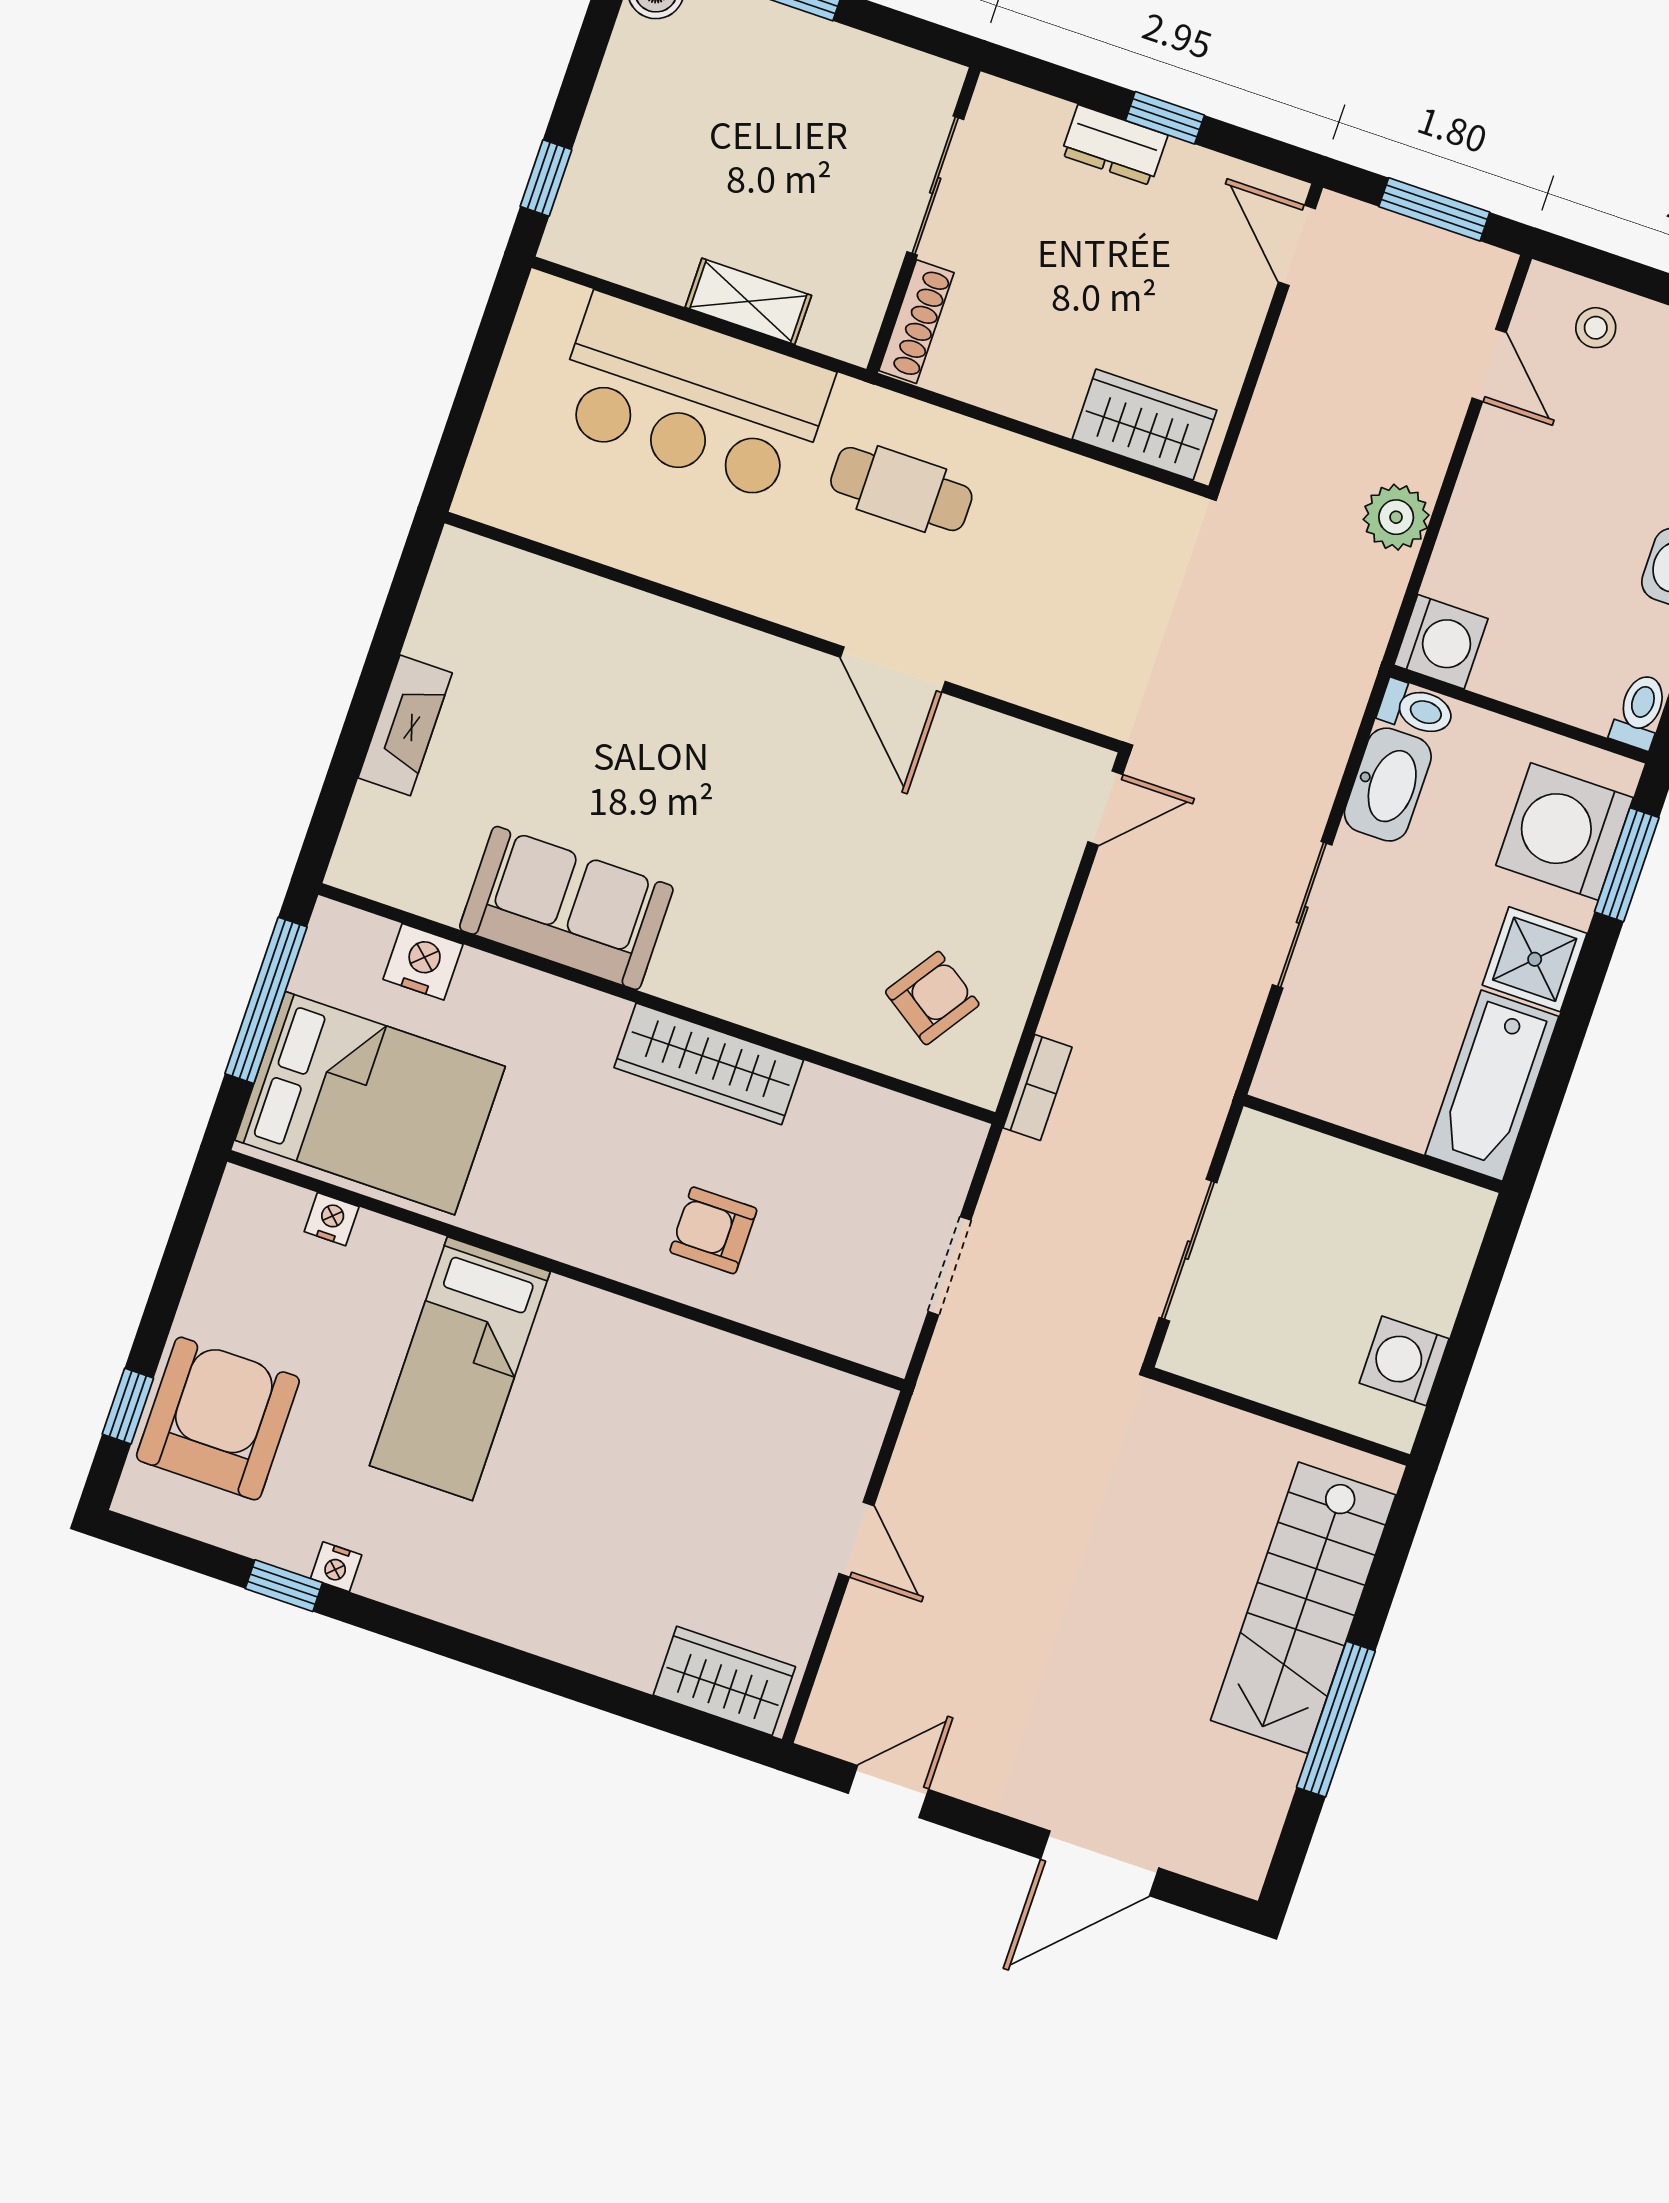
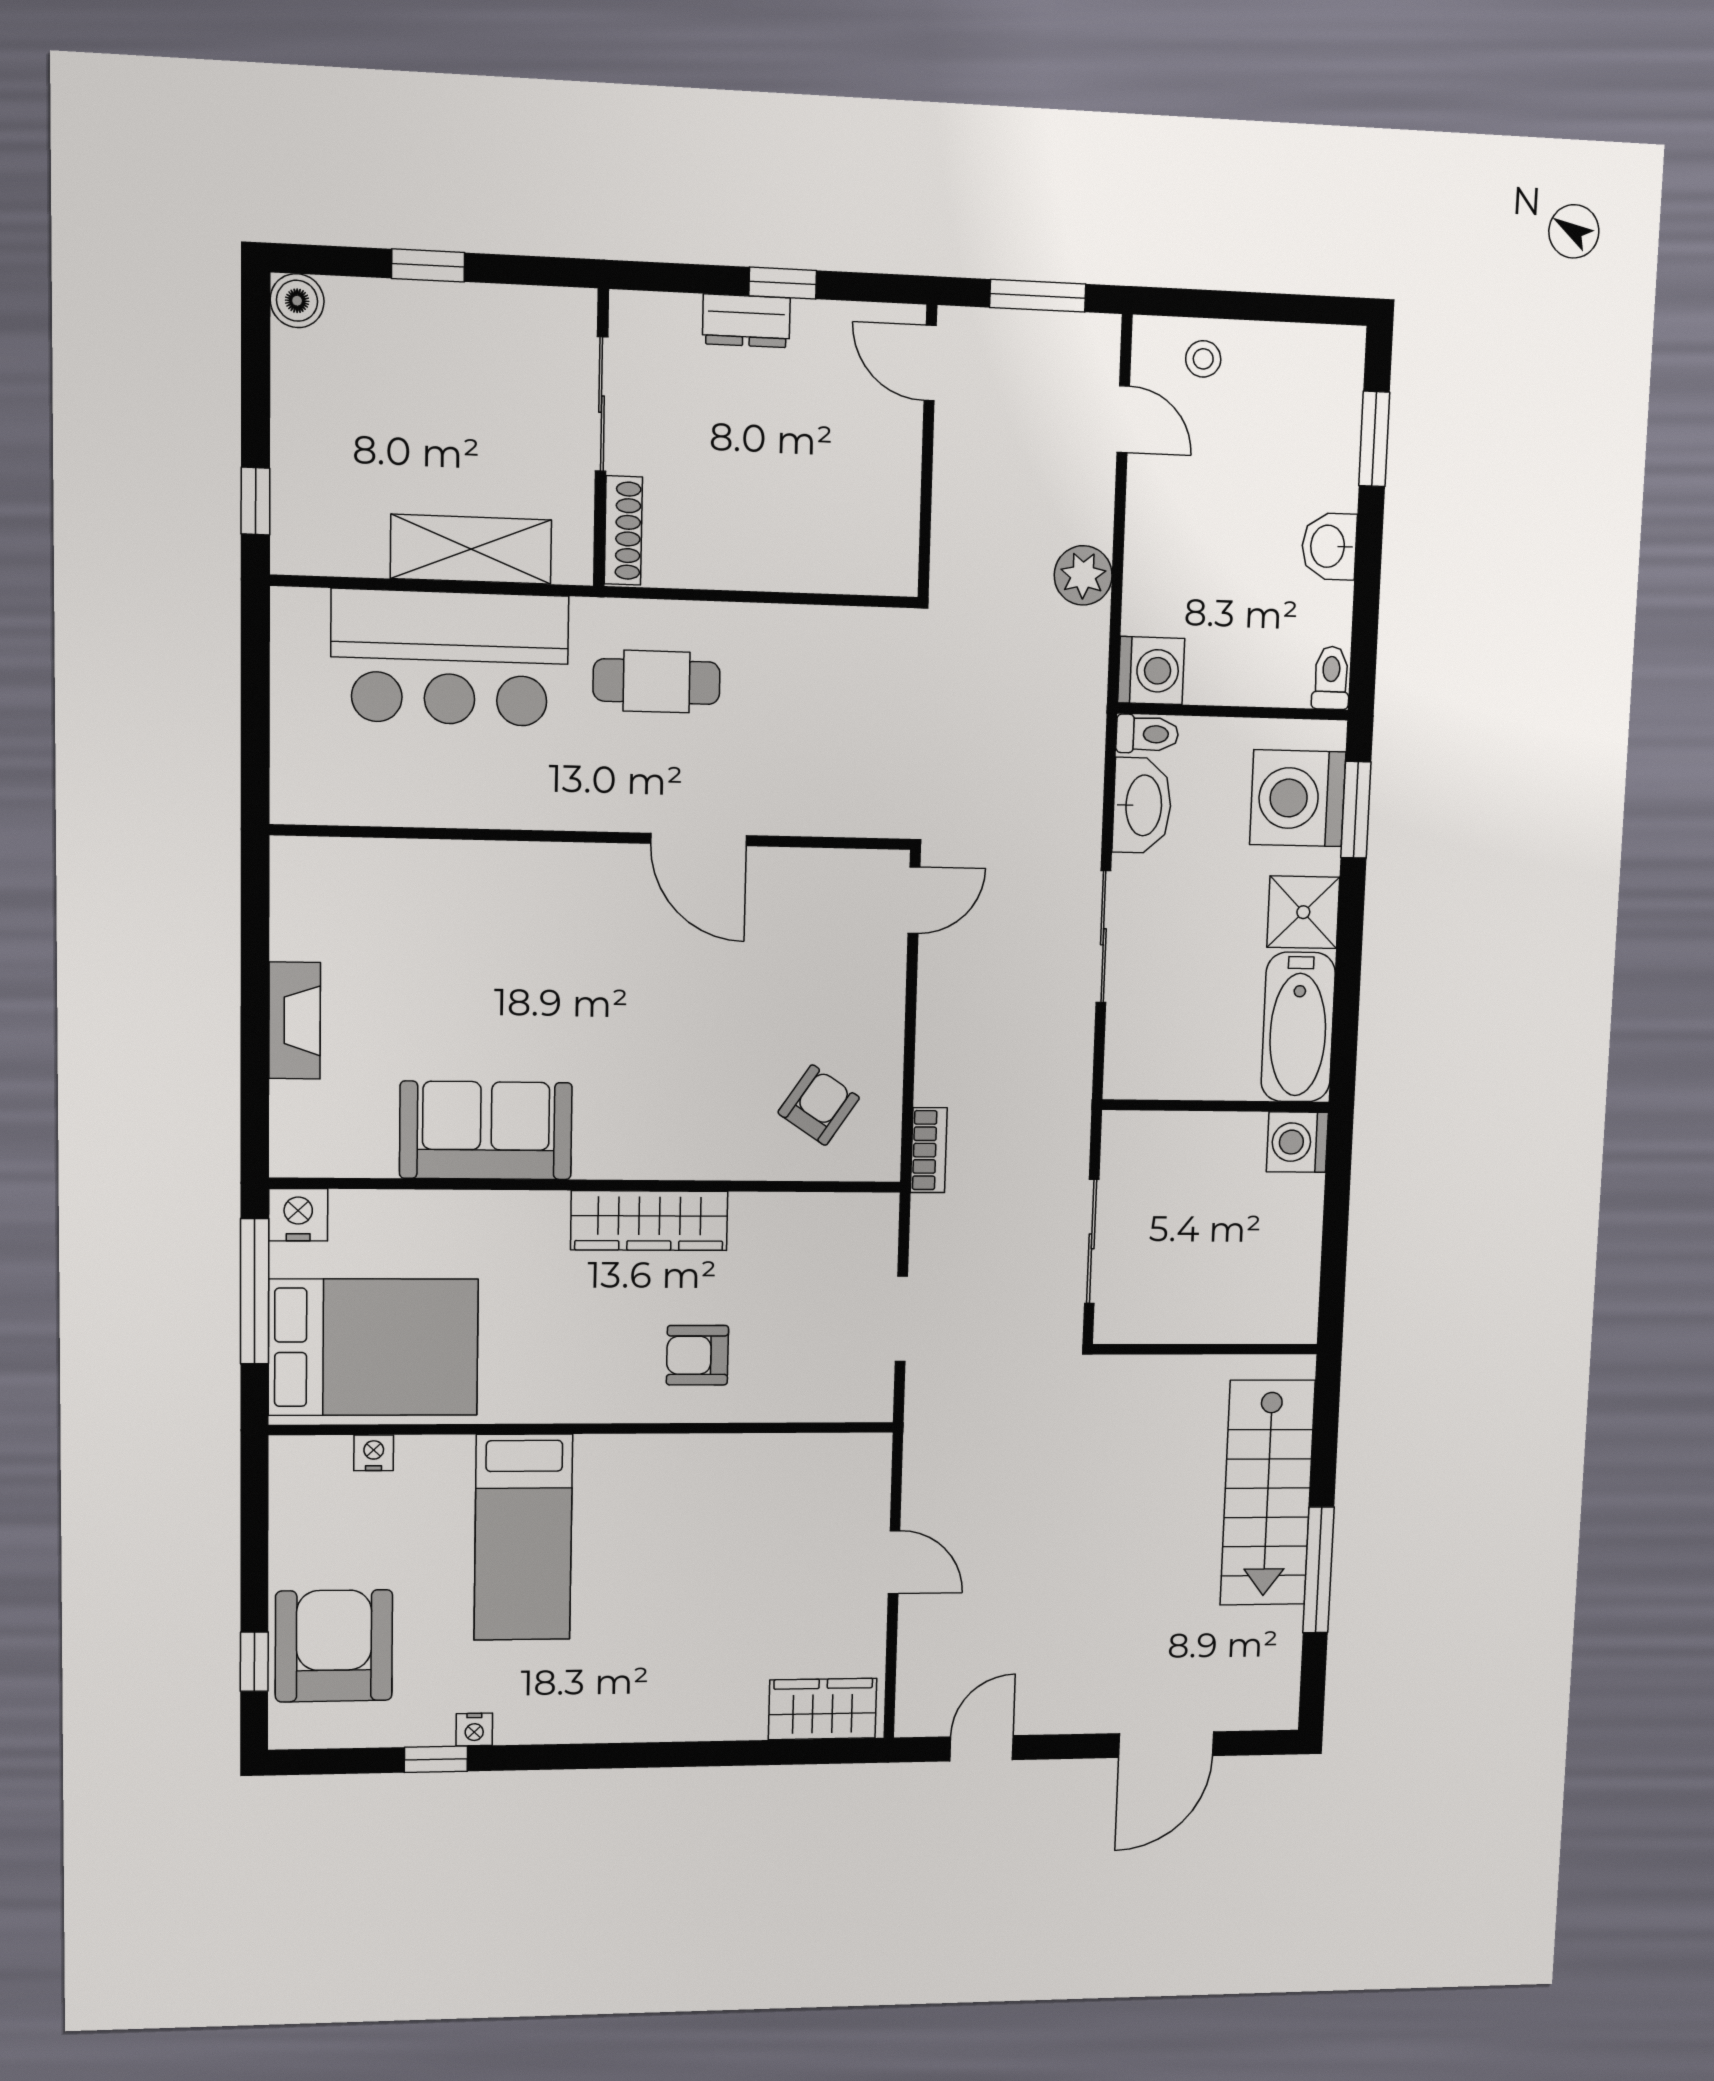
shelving: (748, 301) -> (471, 549), width x1.50, depth x1.33
wardrobe: (1145, 425) -> (847, 561), removed
nightstand: (423, 962) -> (298, 1215), moved
washing machine: (1404, 1361) -> (1297, 1142), moved

